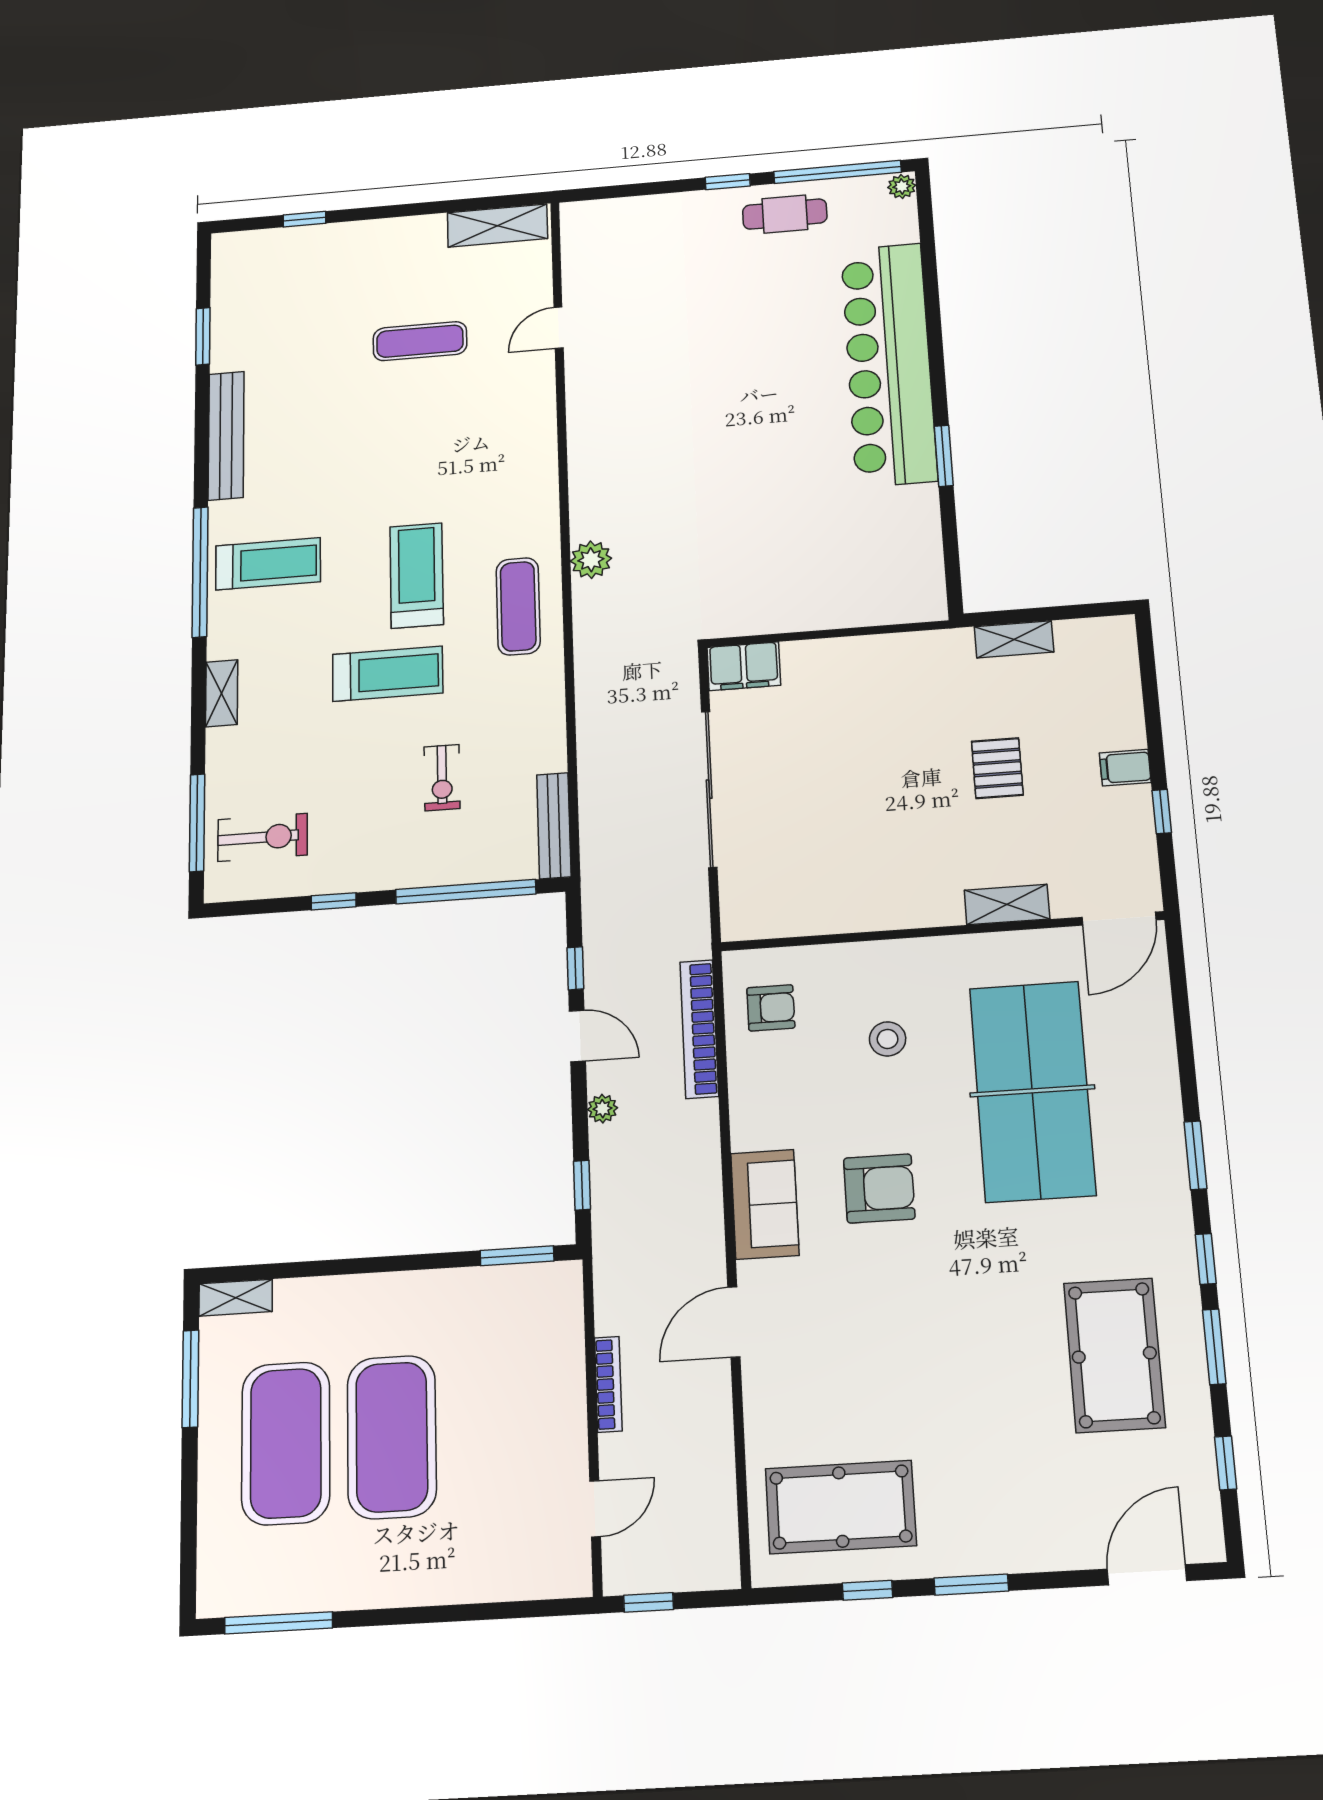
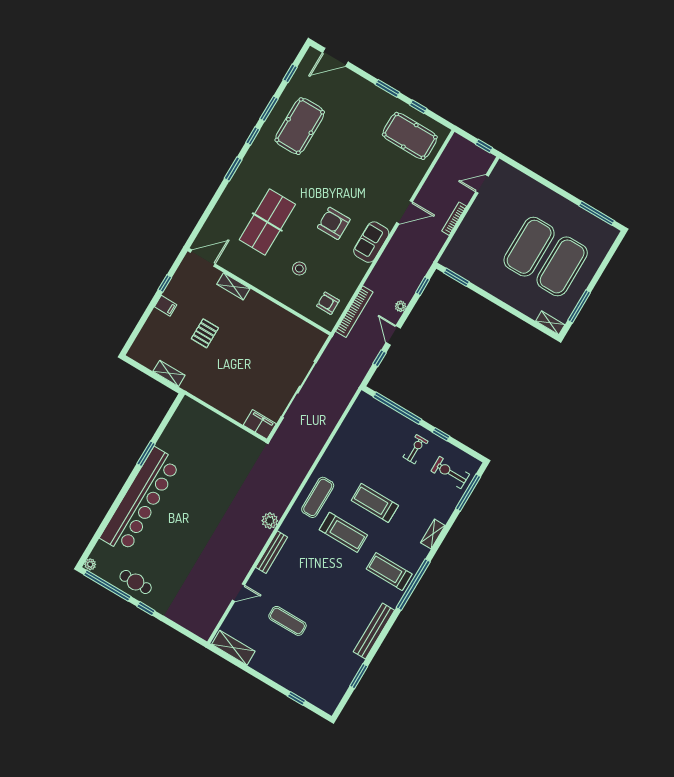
plant: (591, 560) -> (270, 521), moved
treadmill: (417, 575) -> (343, 532), turned -90
exercise bike: (442, 778) -> (416, 449), moved
bench: (554, 826) -> (272, 552), moved
table tennis table: (1032, 1091) -> (267, 222), width x0.73, depth x0.76

